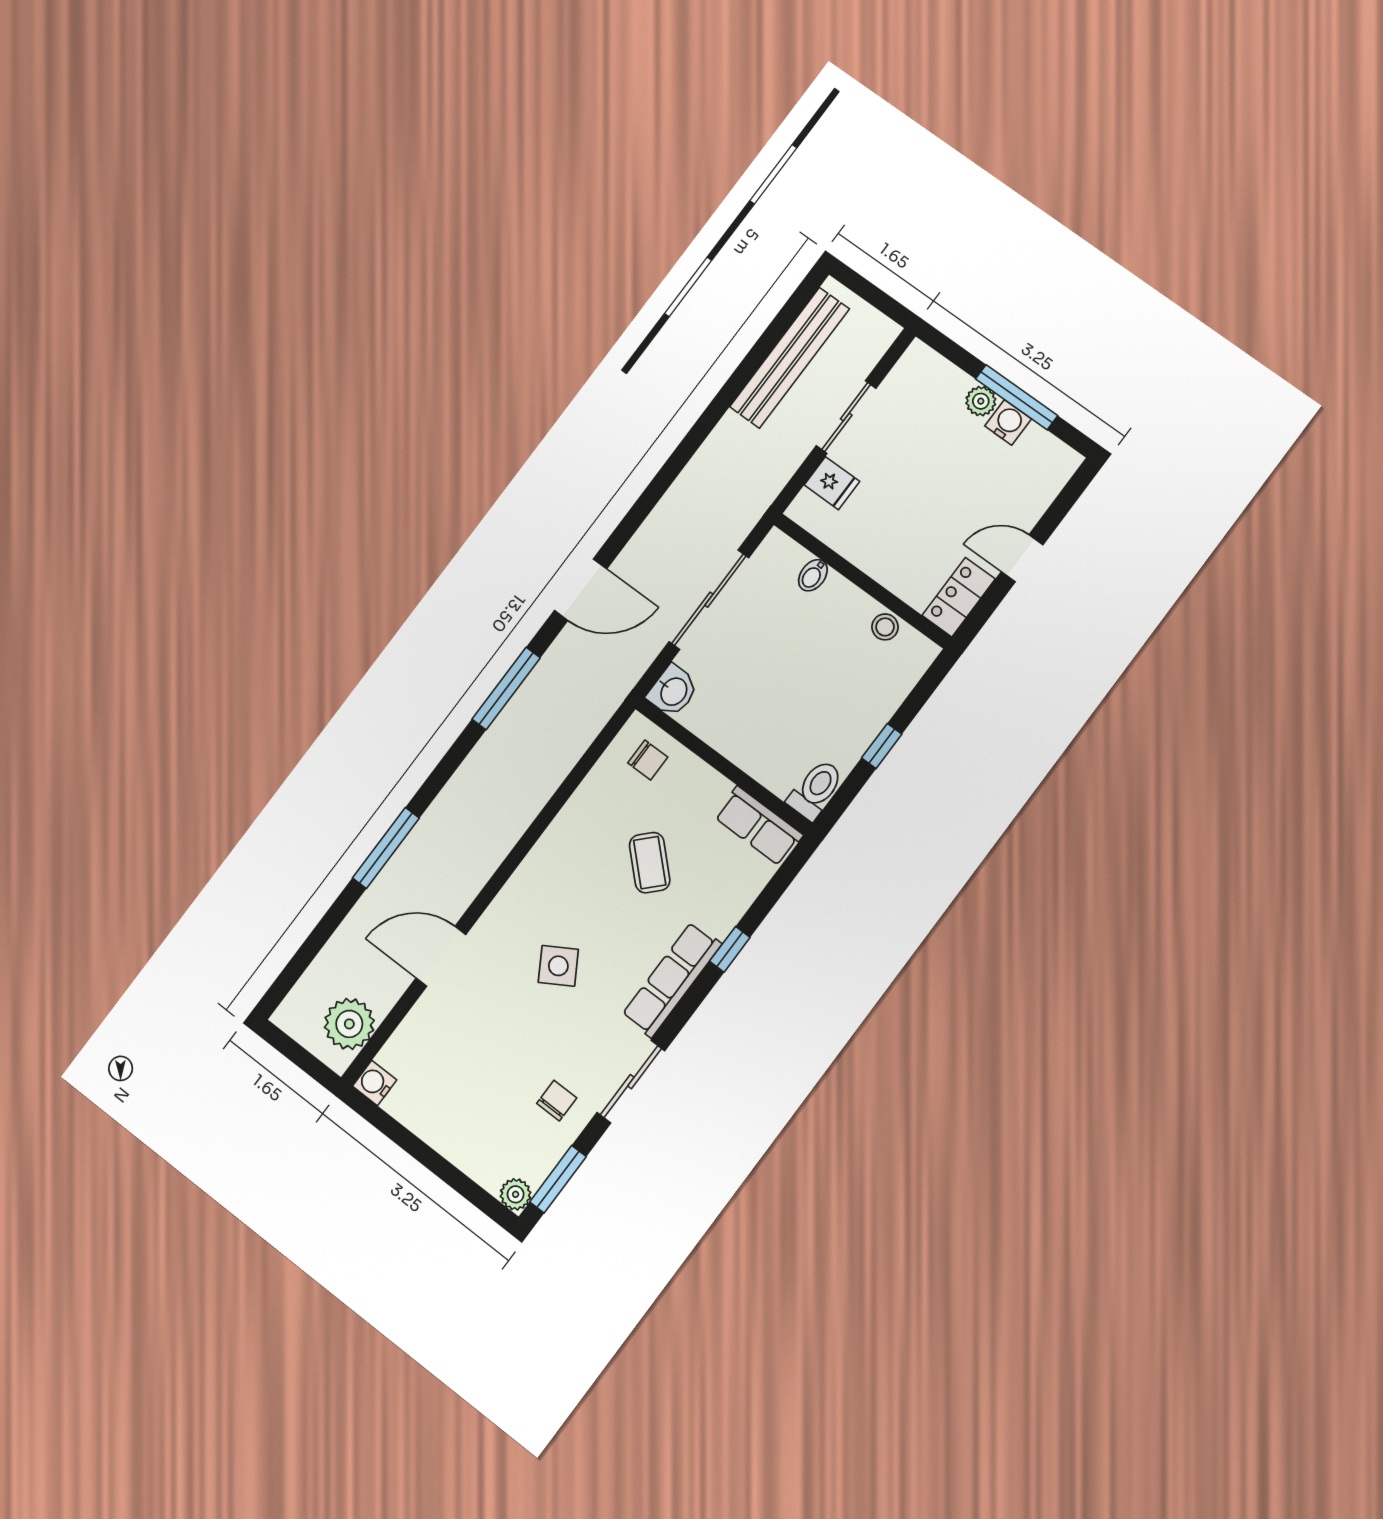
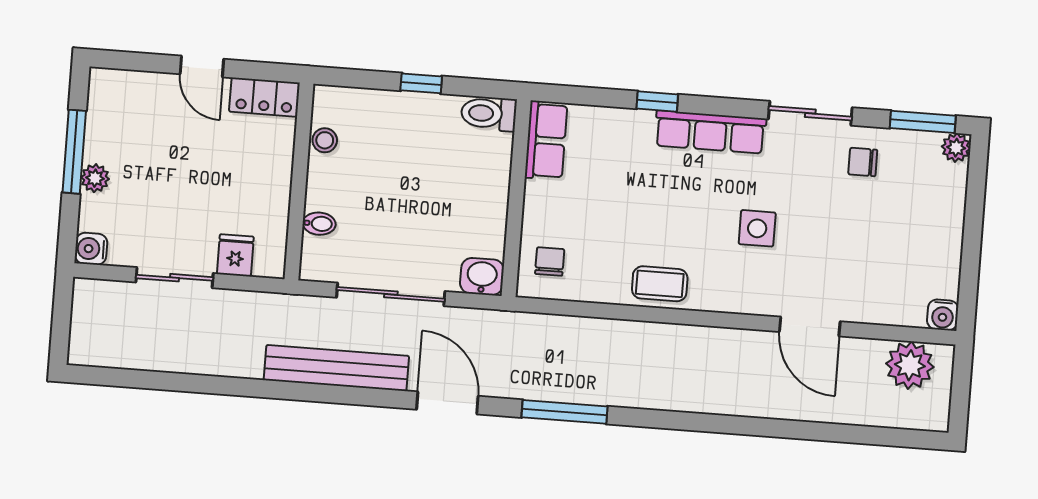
bench: (790, 358) -> (336, 368), moved
water cooler: (1008, 422) -> (91, 249), moved
window: (386, 848) -> (753, 426), removed
coffee table: (650, 863) -> (660, 284), moved, turned 46
side table: (558, 966) -> (757, 228), turned 31

